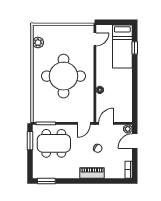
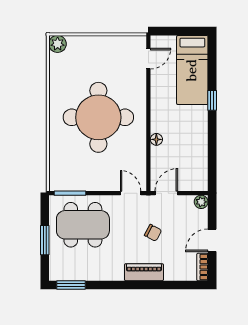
plant: (38, 43) -> (58, 44), moved
window: (135, 48) -> (212, 100), moved
door: (84, 123) -> (131, 193), swing flipped
window: (30, 141) -> (45, 240), moved
door: (135, 141) -> (212, 240), moved

